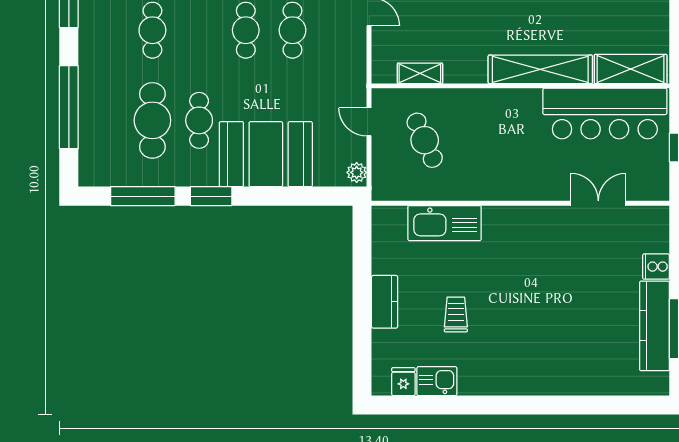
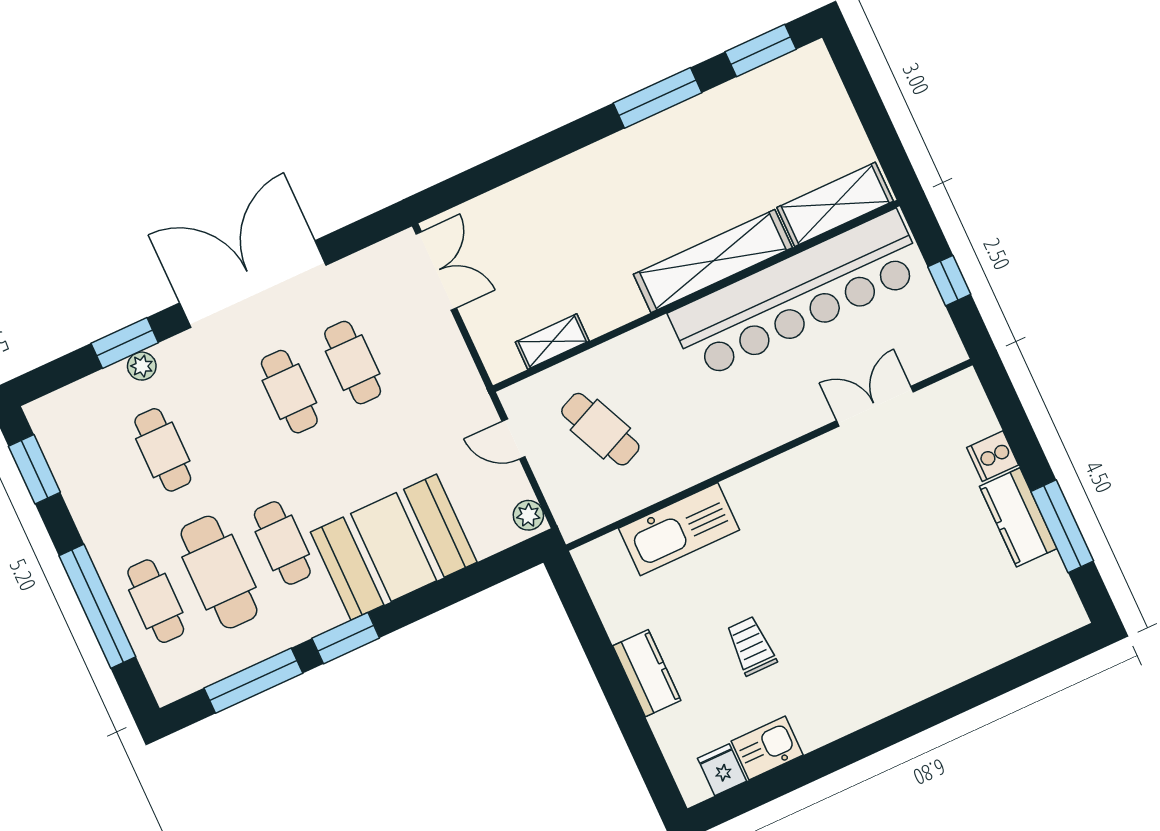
bar counter: (605, 113) -> (797, 295), width x1.36
cafe table: (106, 120) -> (156, 601), added
kitchen counter: (654, 326) -> (1018, 517), width x0.67

